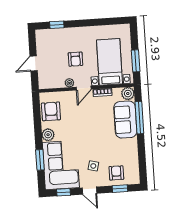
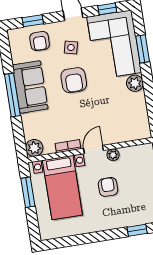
armchair: (51, 111) -> (74, 80), moved
window: (139, 118) -> (12, 95), moved
sofa: (125, 120) -> (30, 87), moved

